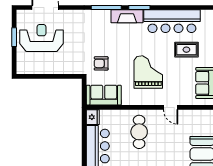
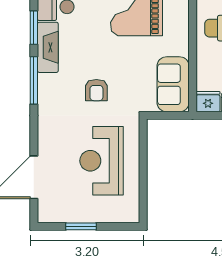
reception desk: (41, 38) -> (102, 161), moved
armchair: (101, 63) -> (96, 90), moved

